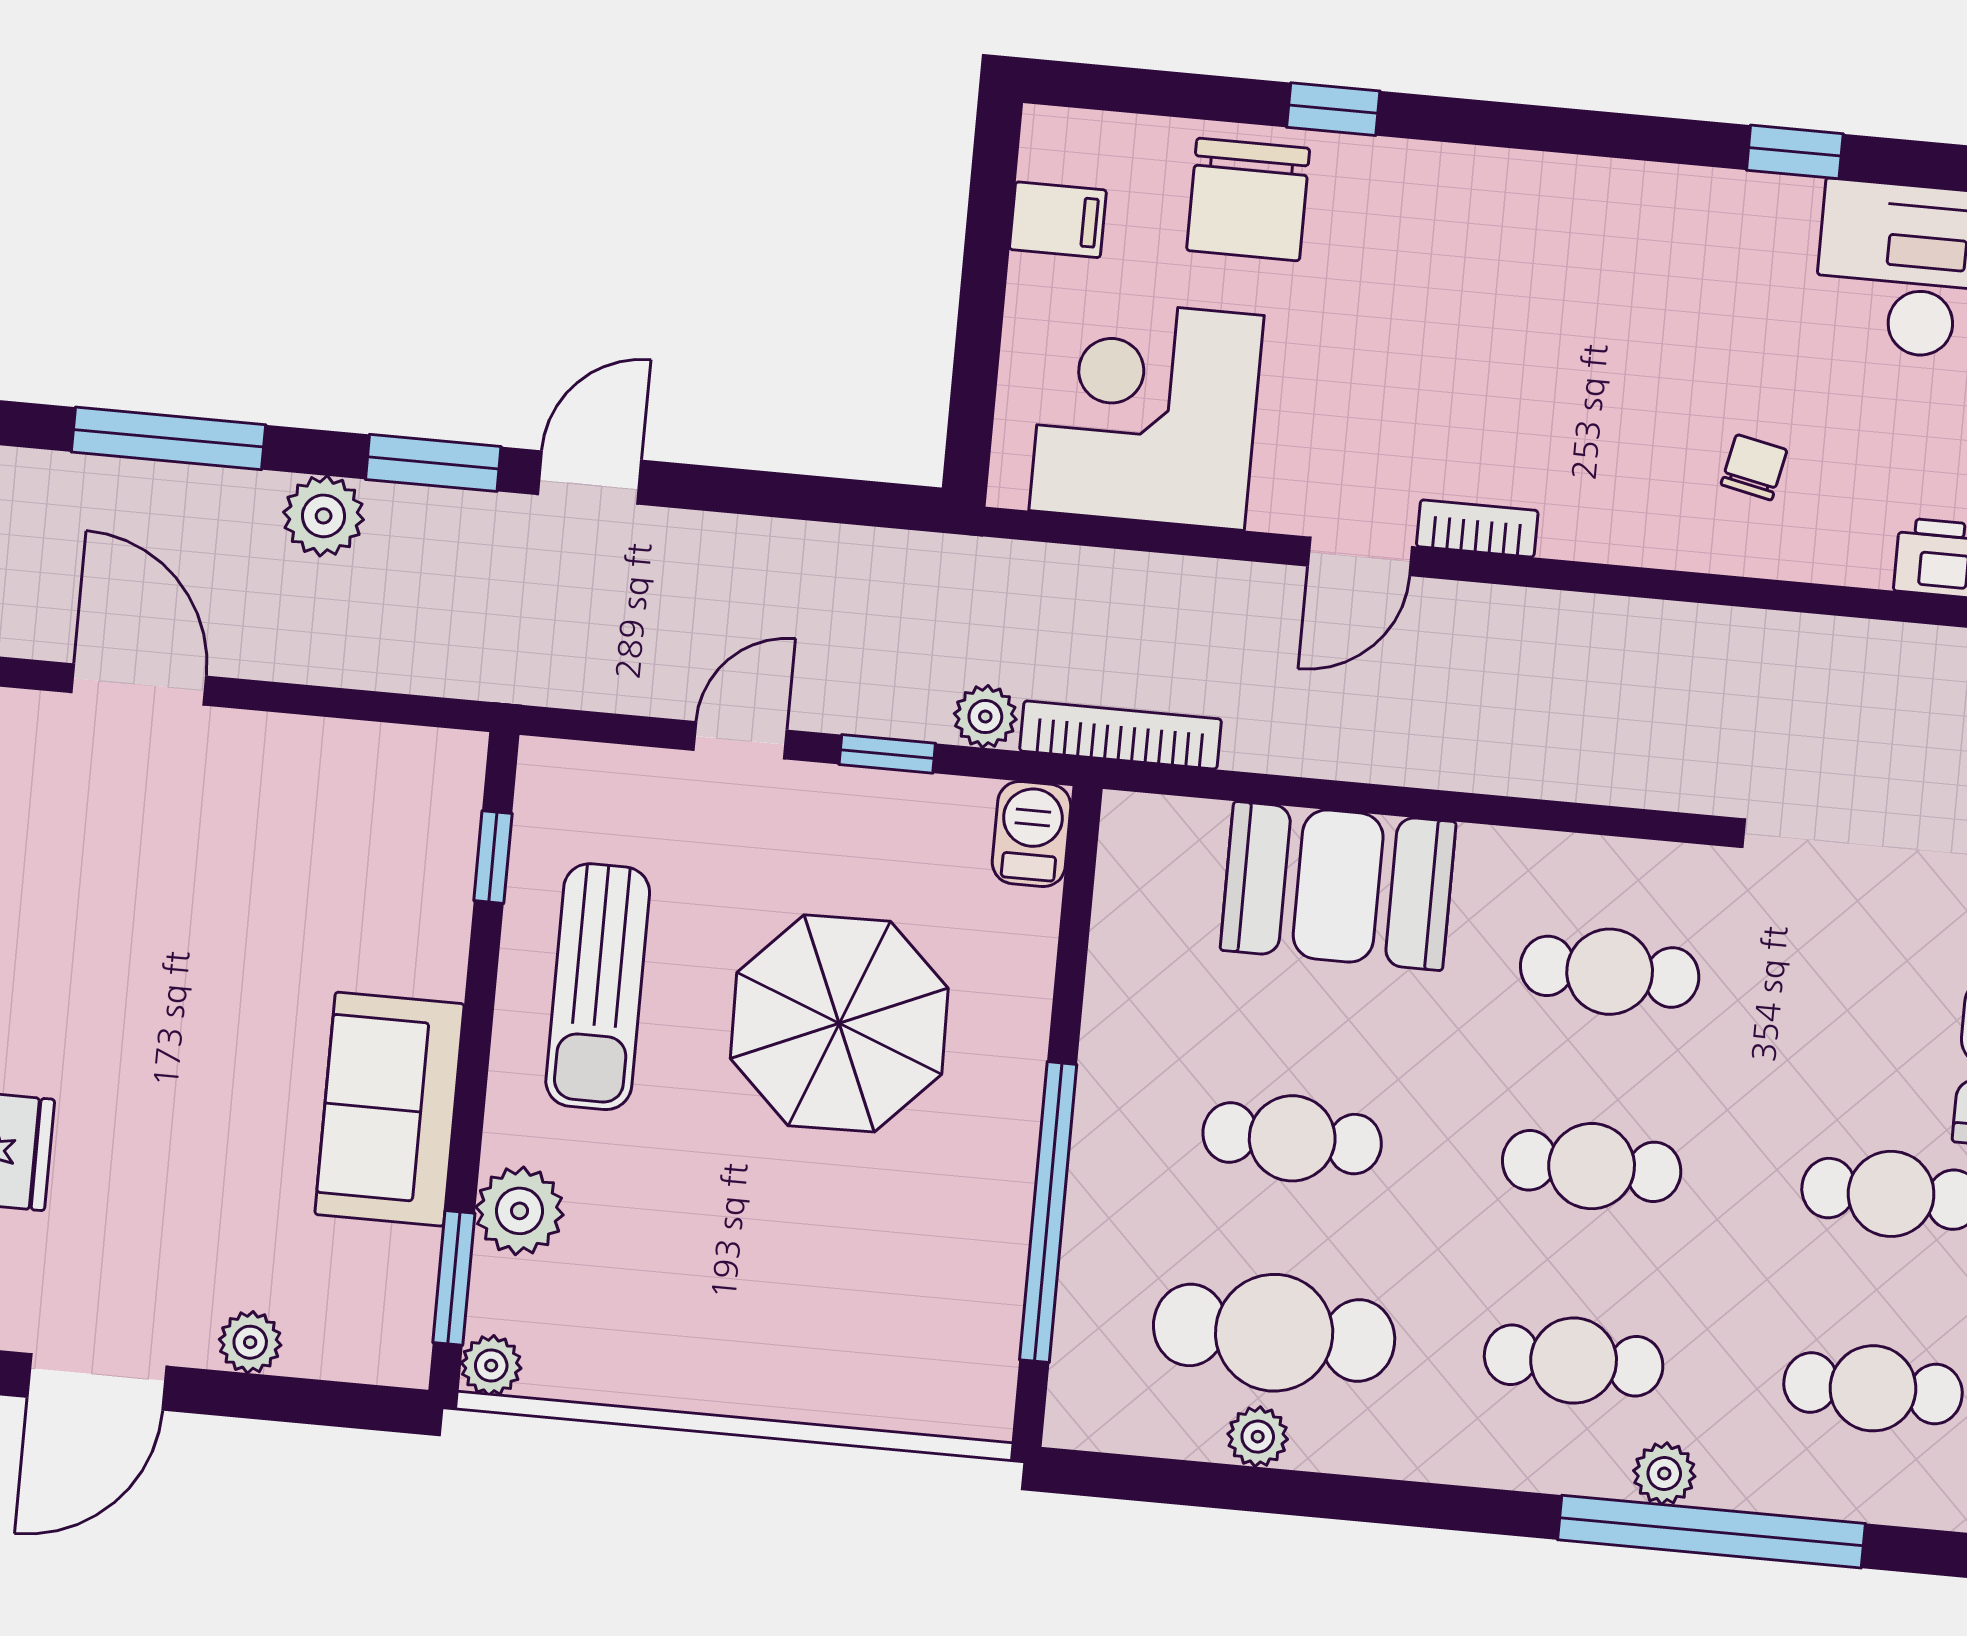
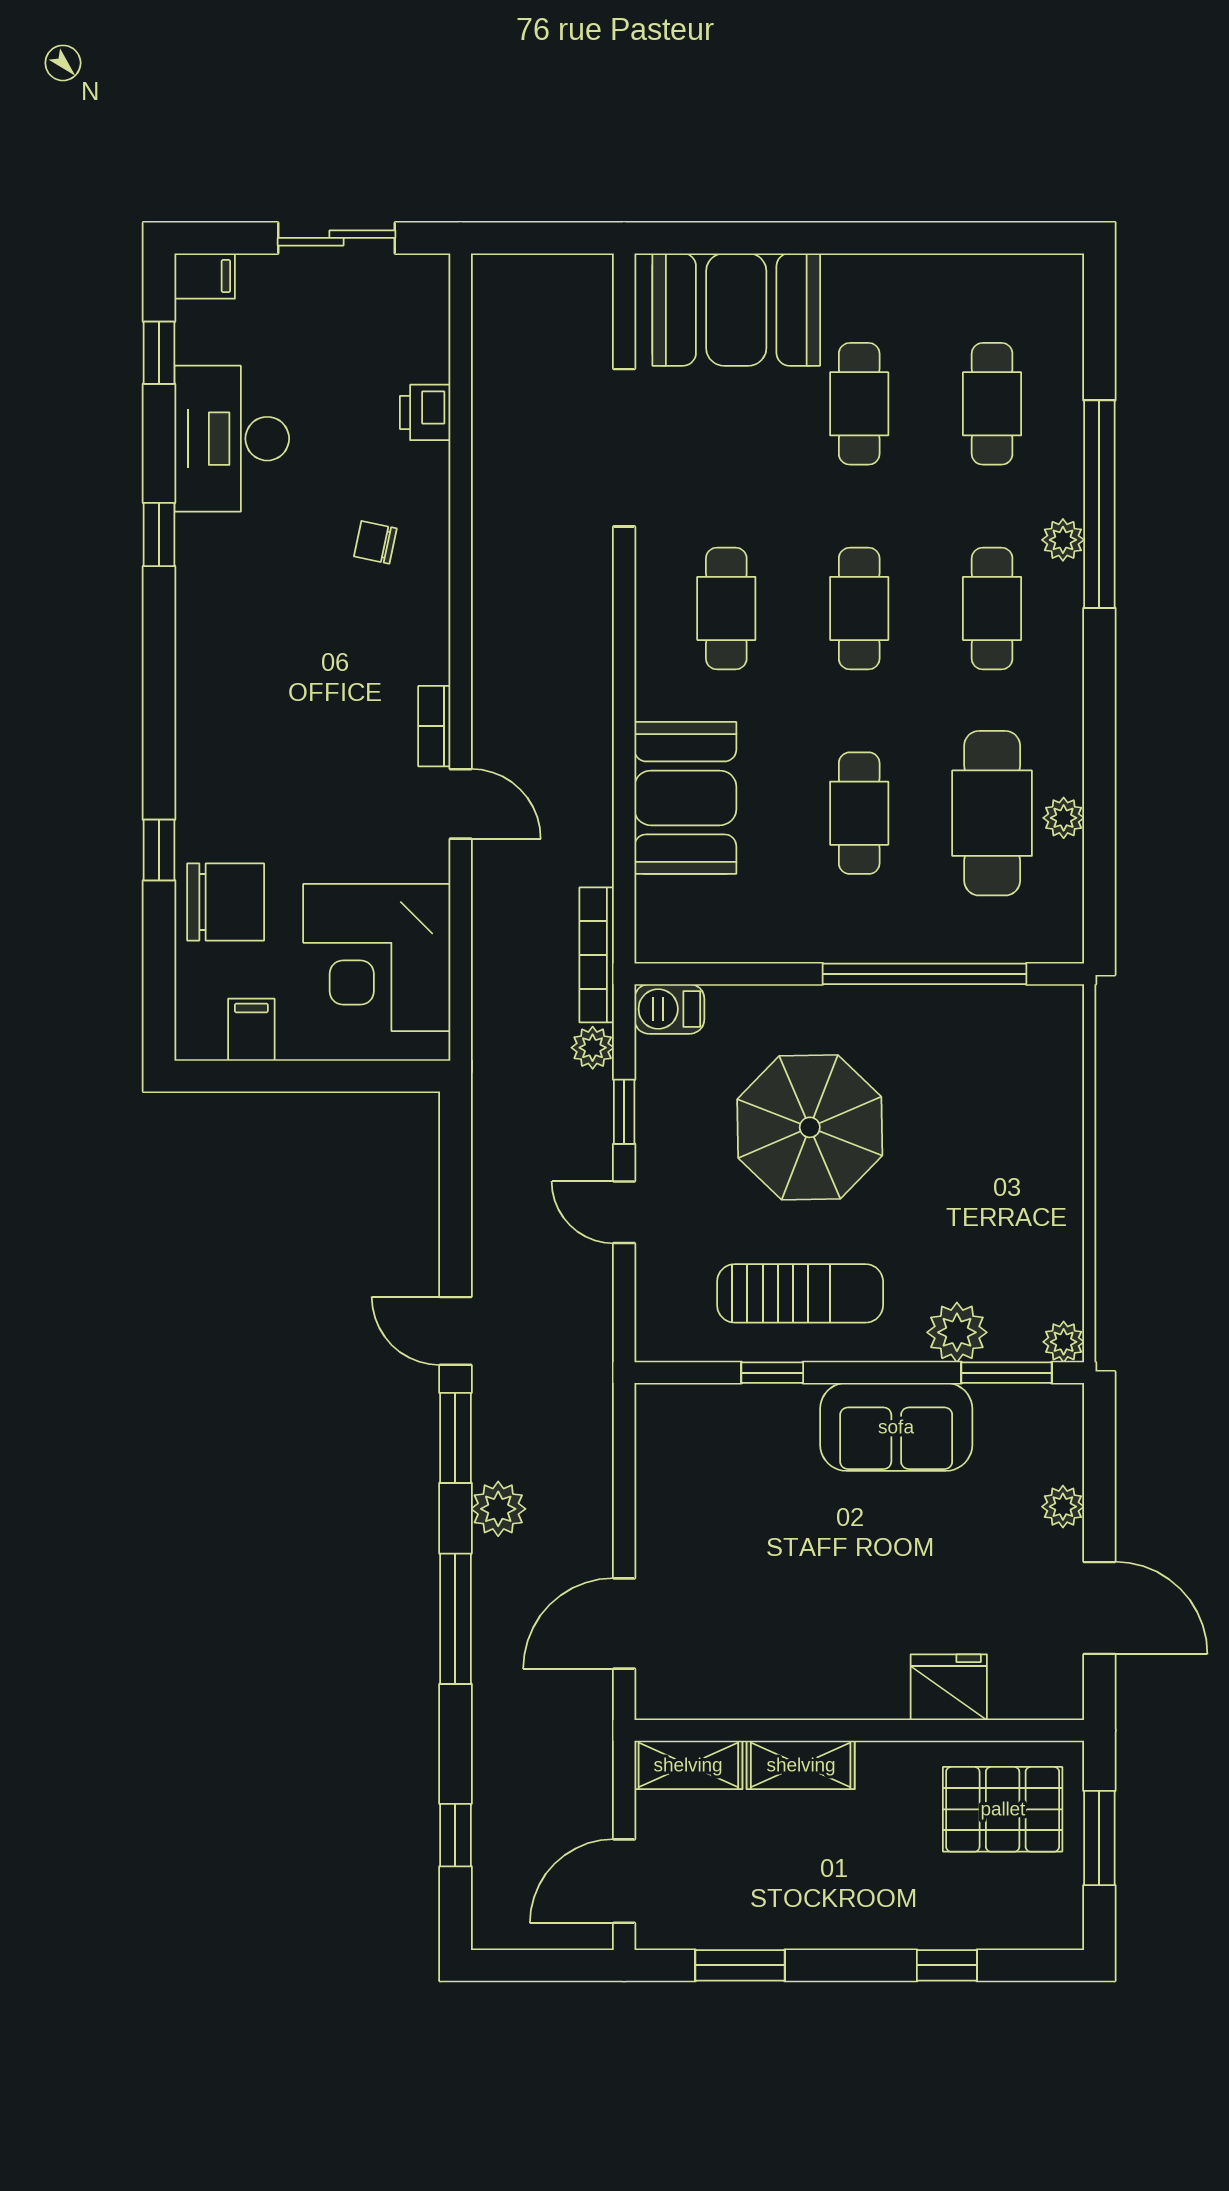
window: (493, 857) -> (772, 1373), moved

